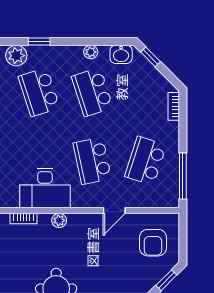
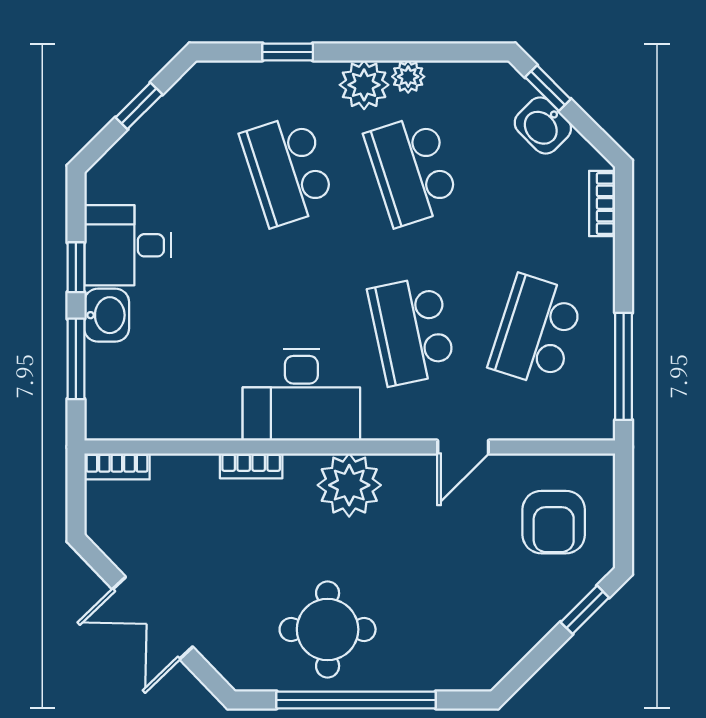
washbasin: (121, 54) -> (543, 126), moved, turned 45
plant: (16, 56) -> (364, 85), moved
plant: (59, 220) -> (349, 485), width x1.88, depth x1.88

